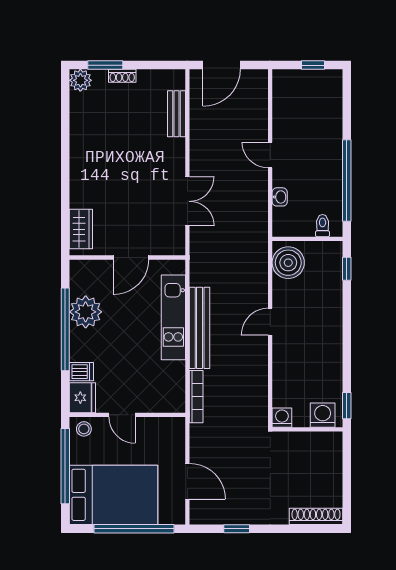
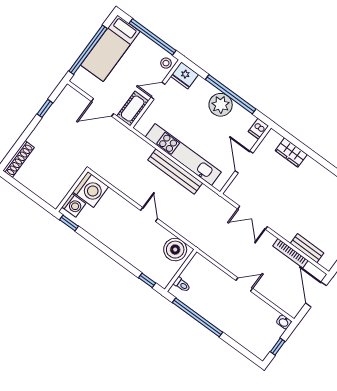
washbasin: (280, 197) -> (284, 322), moved
wardrobe: (81, 229) -> (291, 153), moved
plant: (86, 312) -> (221, 105), moved
kitchen unit: (173, 317) -> (183, 154), width x1.36
dishwasher: (81, 372) -> (258, 129), moved
bookcase: (196, 397) -> (290, 253), moved
washing machine: (282, 418) -> (91, 189), width x1.89, depth x1.89
cot: (163, 429) -> (133, 109), added
door: (187, 481) -> (102, 107), moved
bed: (113, 495) -> (110, 48), width x0.67

